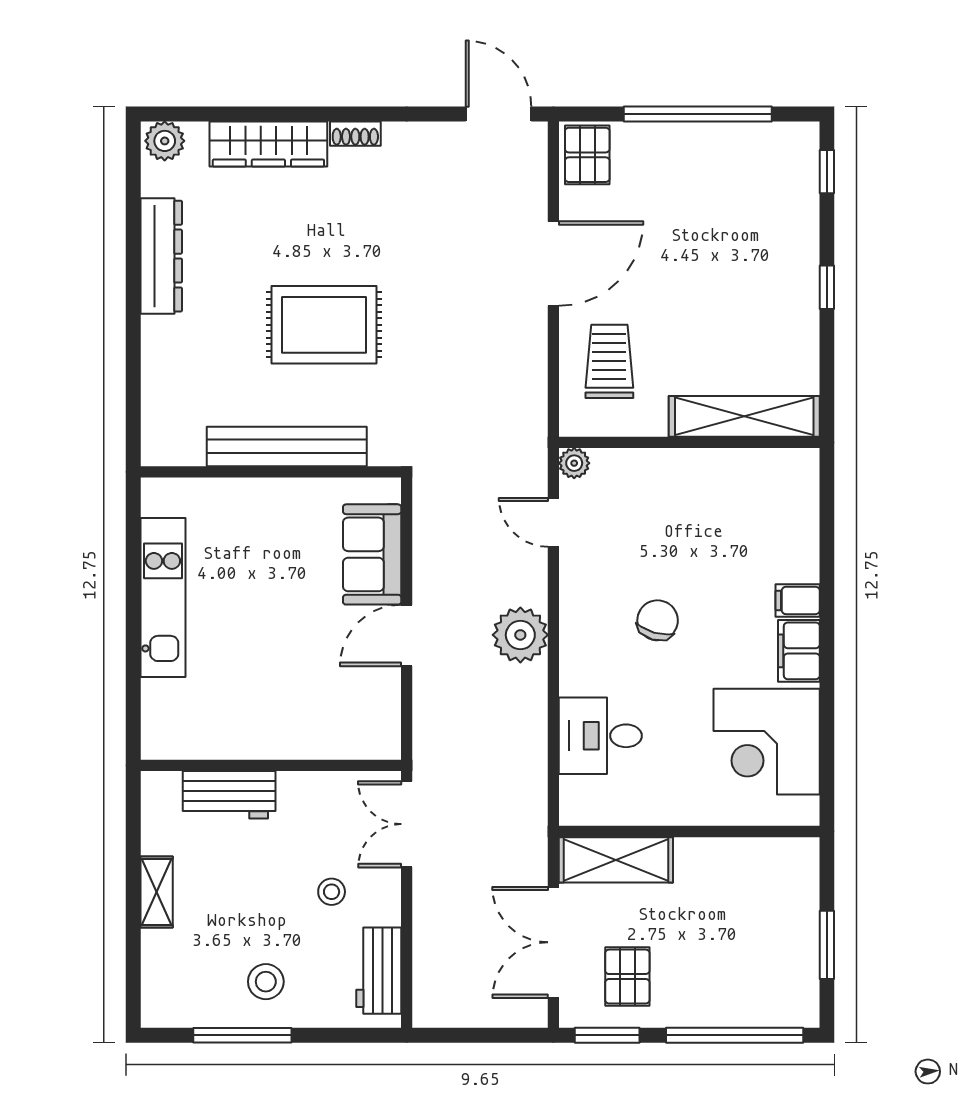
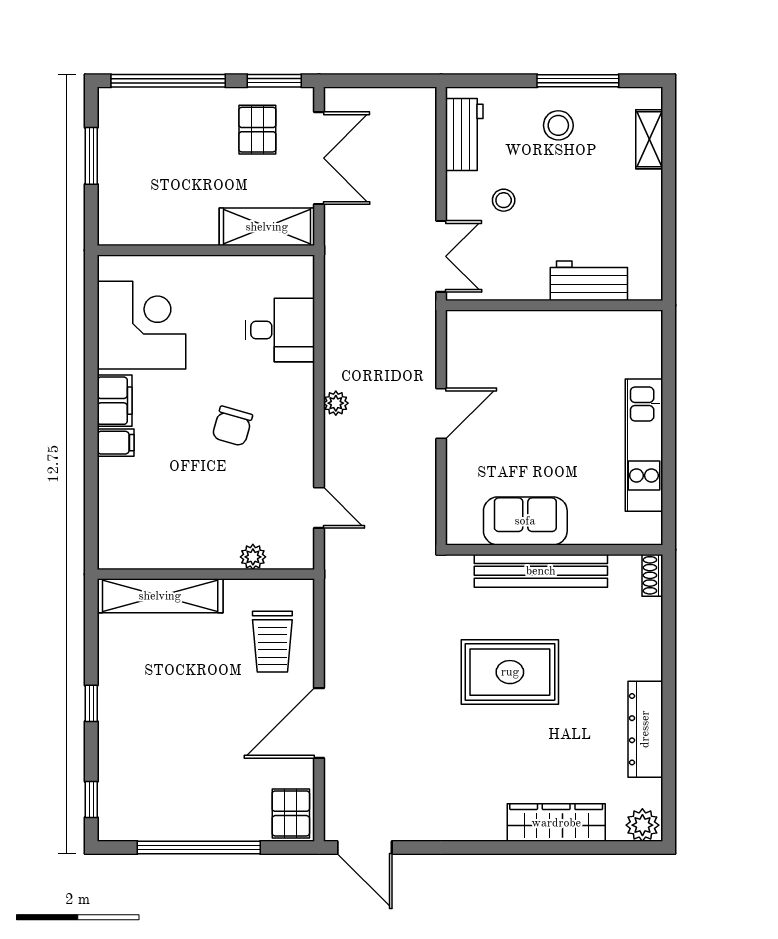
shoe rack: (355, 134) -> (652, 575), moved, turned -90
plant: (574, 463) -> (253, 557), moved
sofa: (372, 554) -> (525, 521), moved, turned -90
plant: (520, 635) -> (336, 403), width x0.53, depth x0.53
shelving: (157, 892) -> (649, 139), moved

